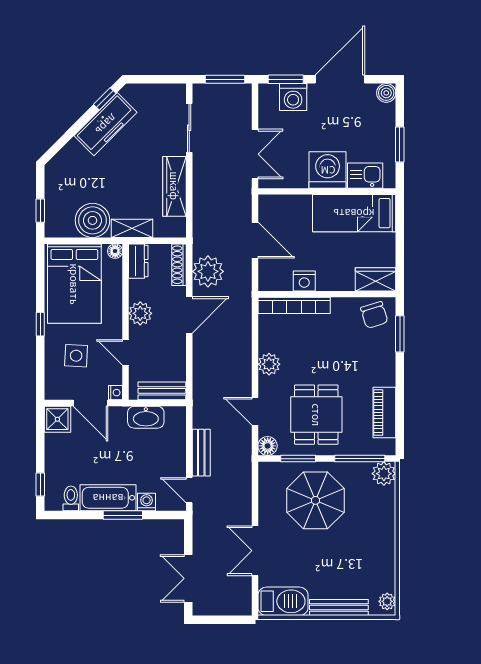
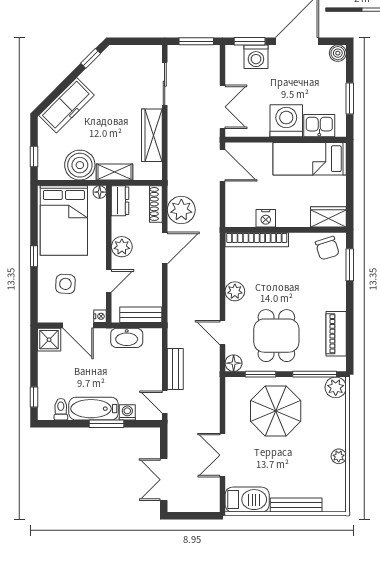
freezer: (106, 124) -> (66, 105), moved
door: (255, 240) -> (222, 165), moved
door: (125, 352) -> (109, 281), swing flipped
plant: (387, 601) -> (339, 456), moved

